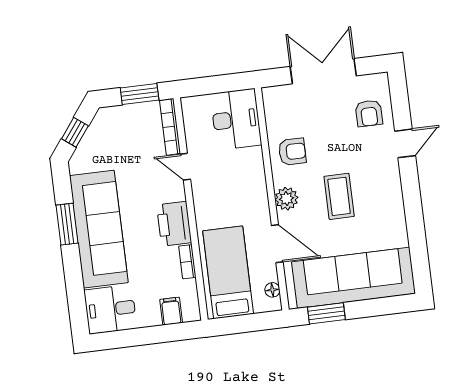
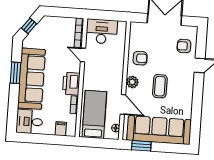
window: (140, 94) -> (67, 13), removed
armchair: (369, 113) -> (184, 46), turned 90
desk: (236, 119) -> (102, 31), moved, turned -90

